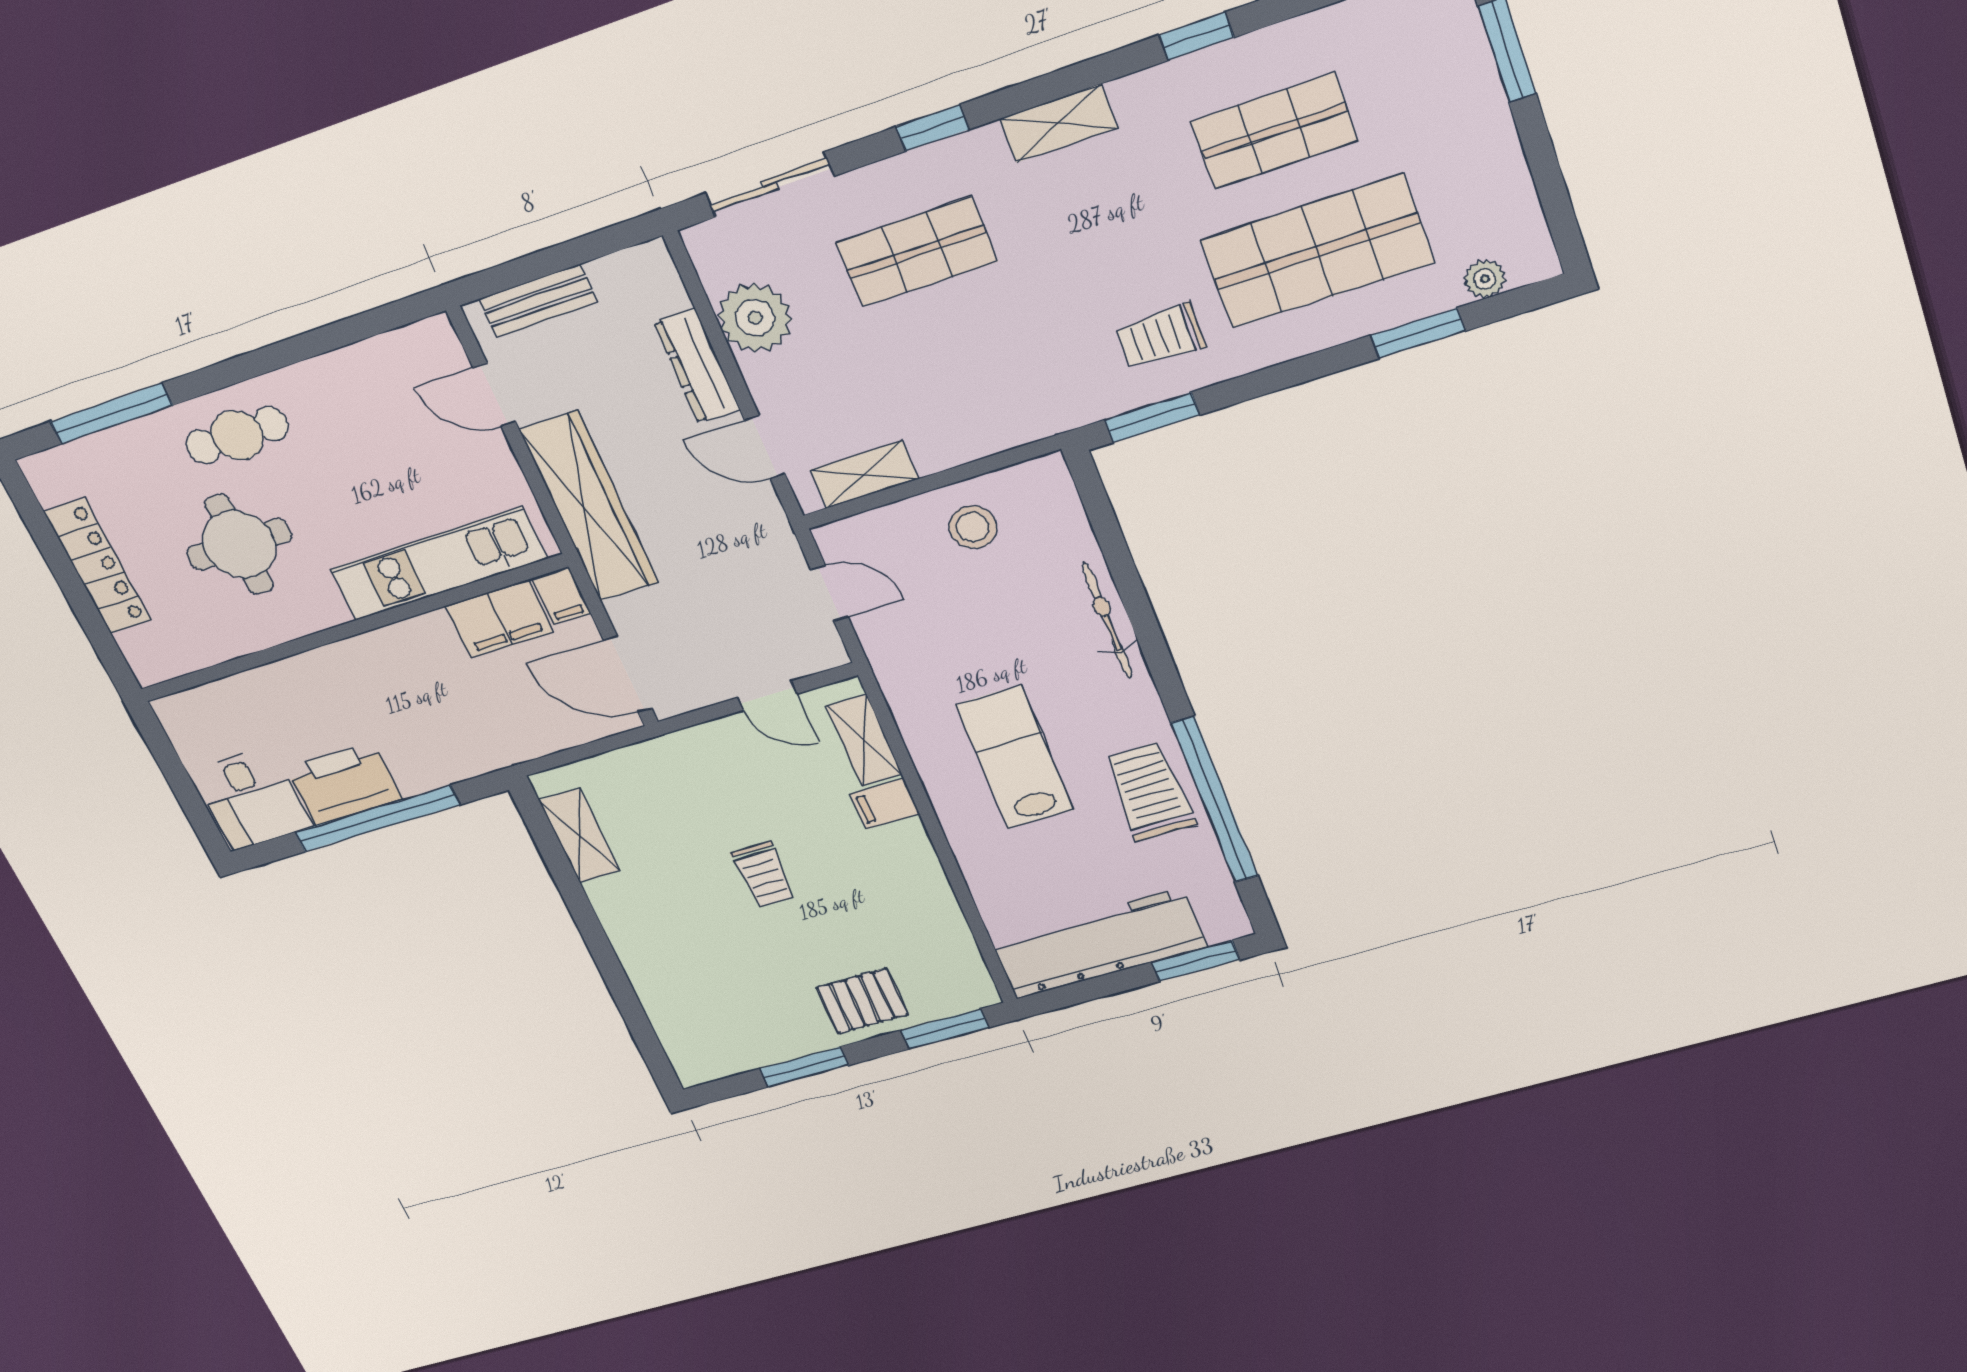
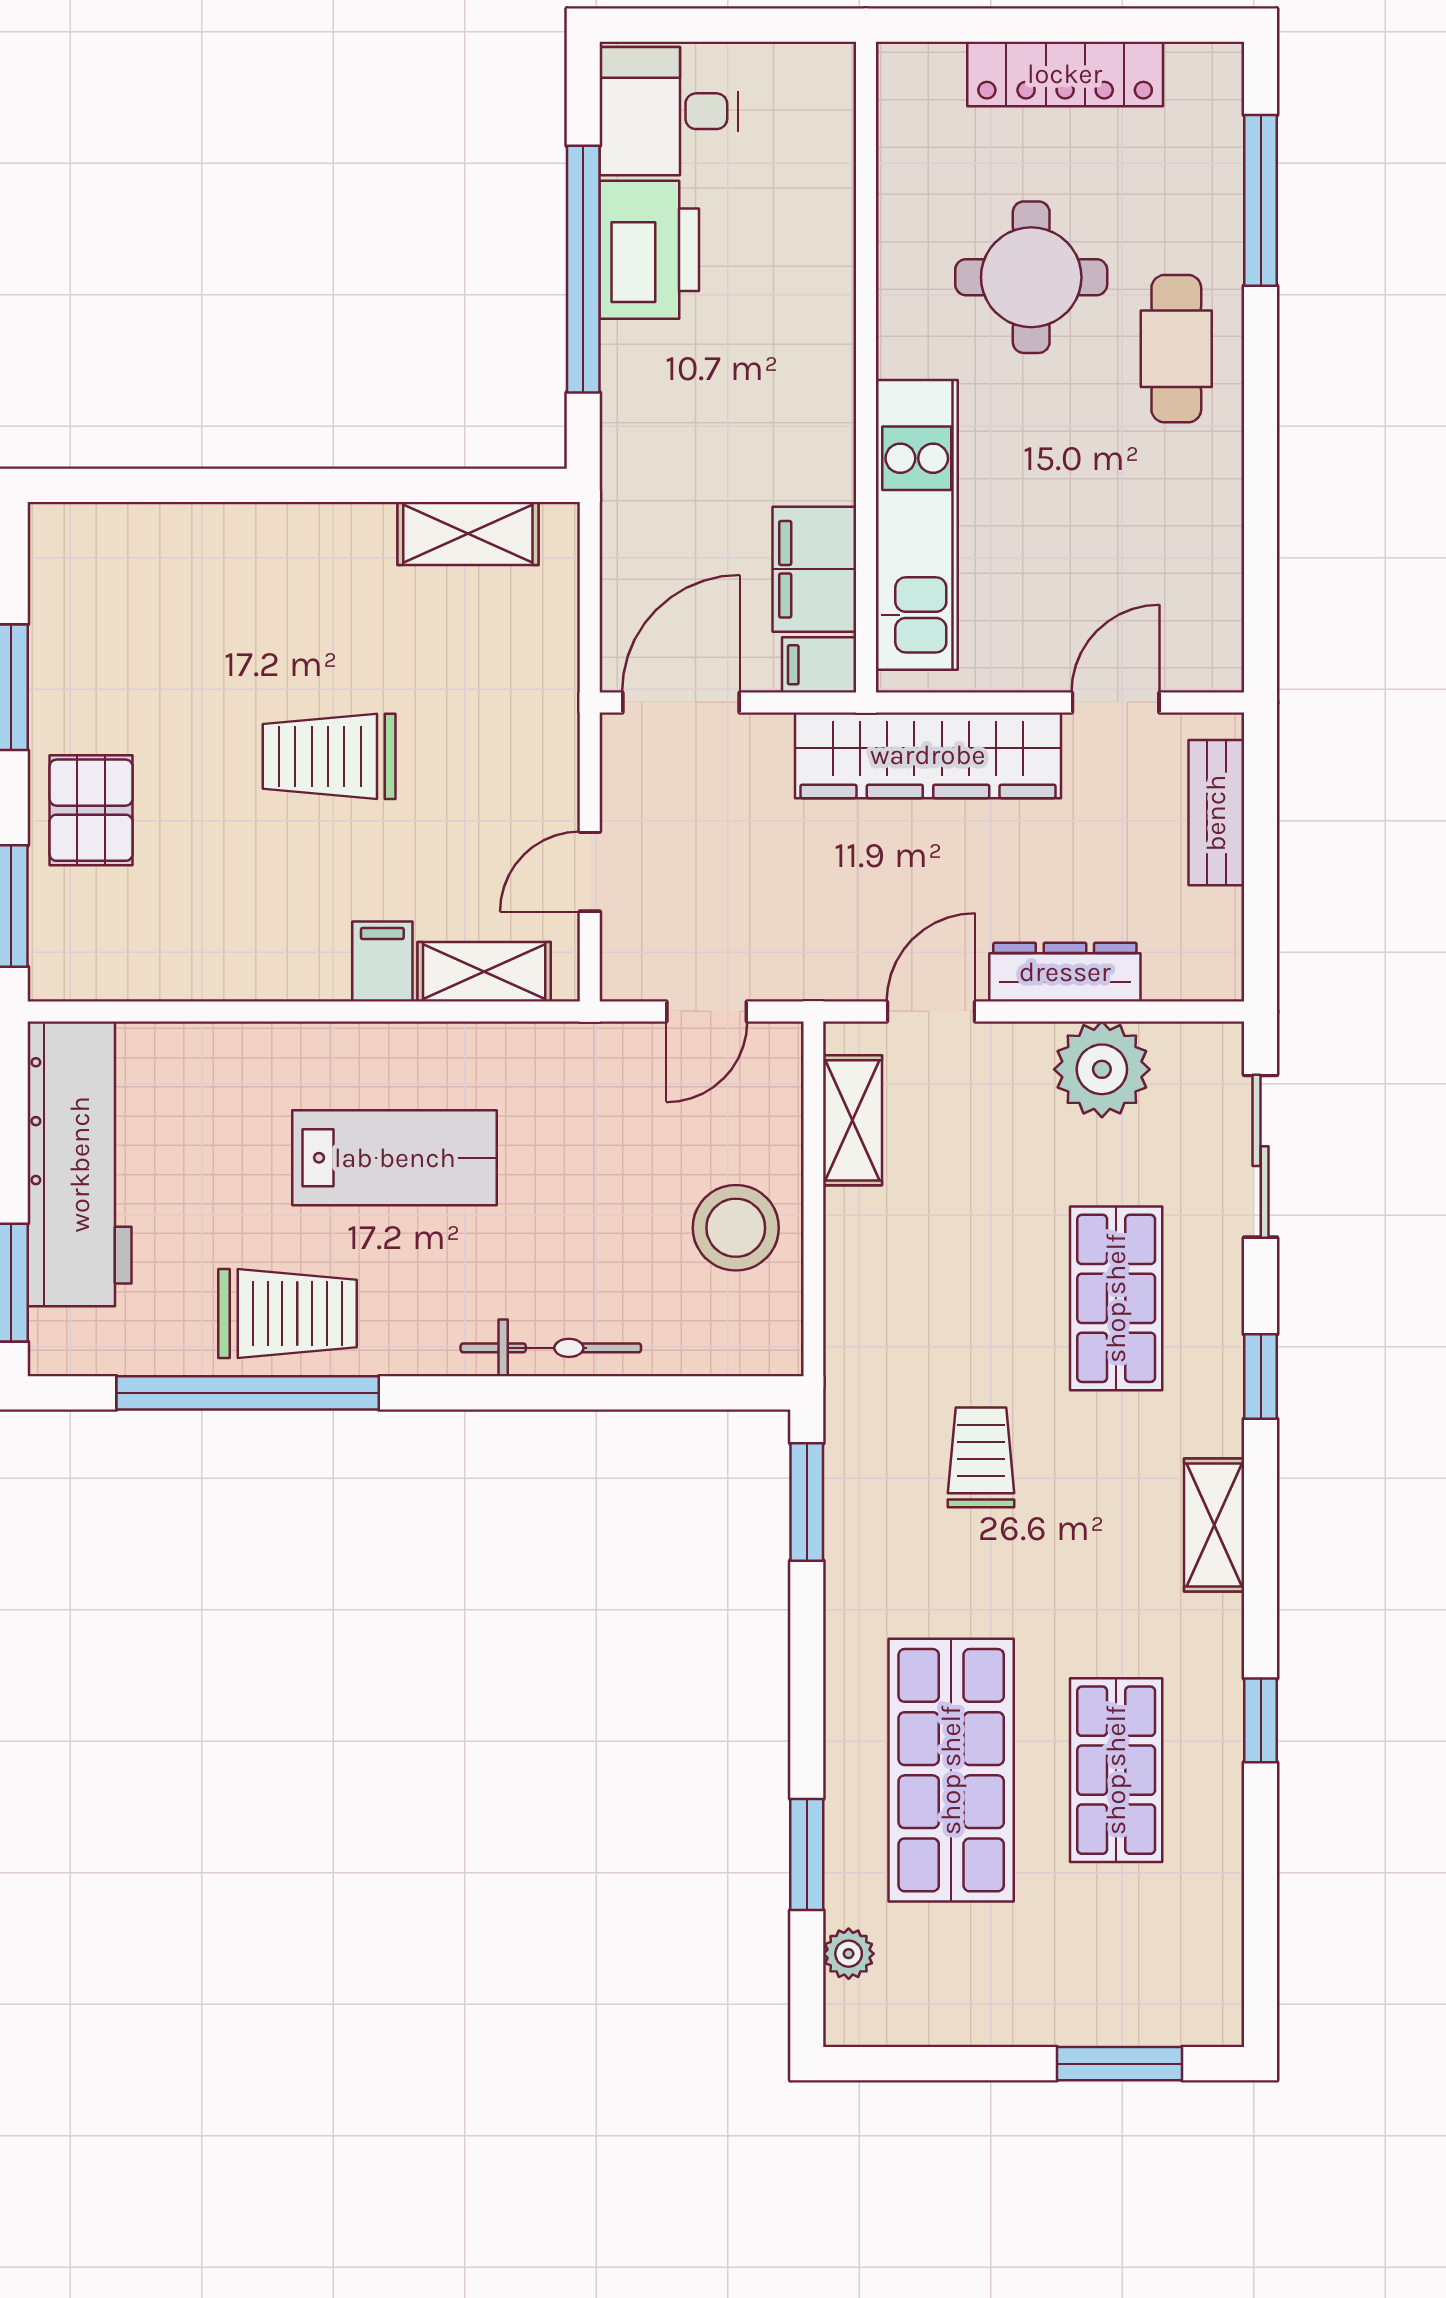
trolley: (1160, 336) -> (981, 1457), moved
stool: (973, 527) -> (736, 1228), width x1.38, depth x1.38
trolley: (763, 875) -> (329, 756), width x1.36, depth x1.39

